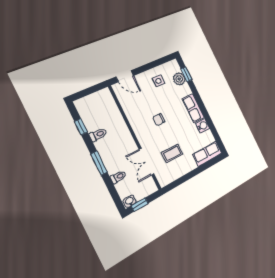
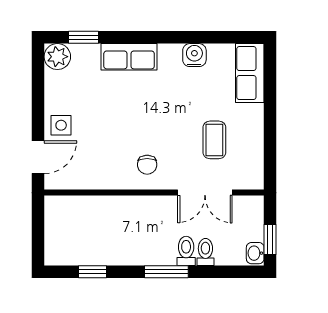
plant: (179, 79) -> (57, 57), moved
side table: (159, 81) -> (61, 125), moved
row of seats: (193, 108) -> (129, 57), moved
chair: (159, 120) -> (147, 165), moved
toilet: (98, 135) -> (186, 251), moved

